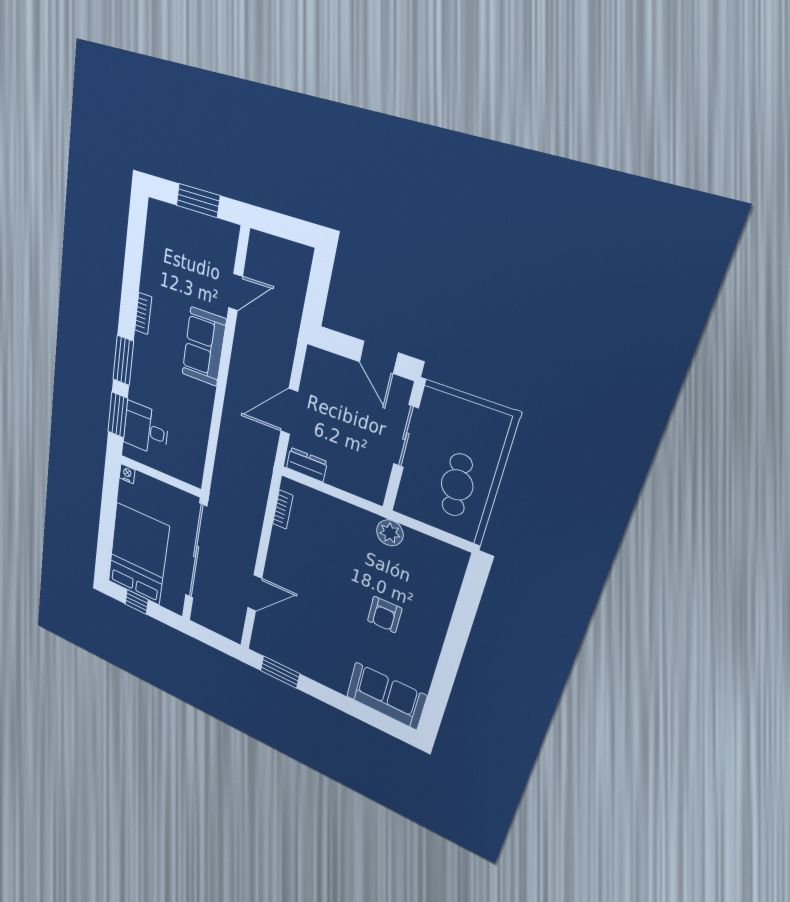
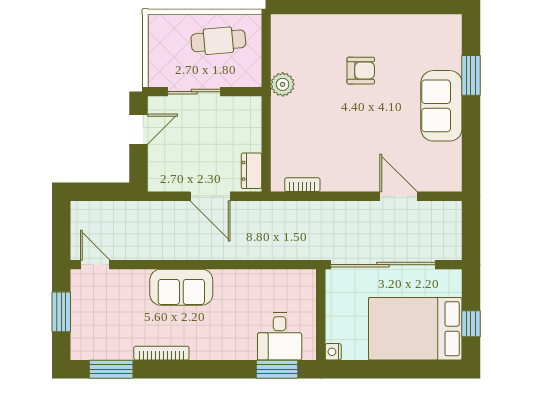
door: (236, 292) -> (95, 265), moved
bookcase: (143, 314) -> (161, 353), width x1.56
window: (123, 360) -> (111, 369), moved
window: (280, 672) -> (471, 75), moved
sofa: (386, 696) -> (441, 106), moved

